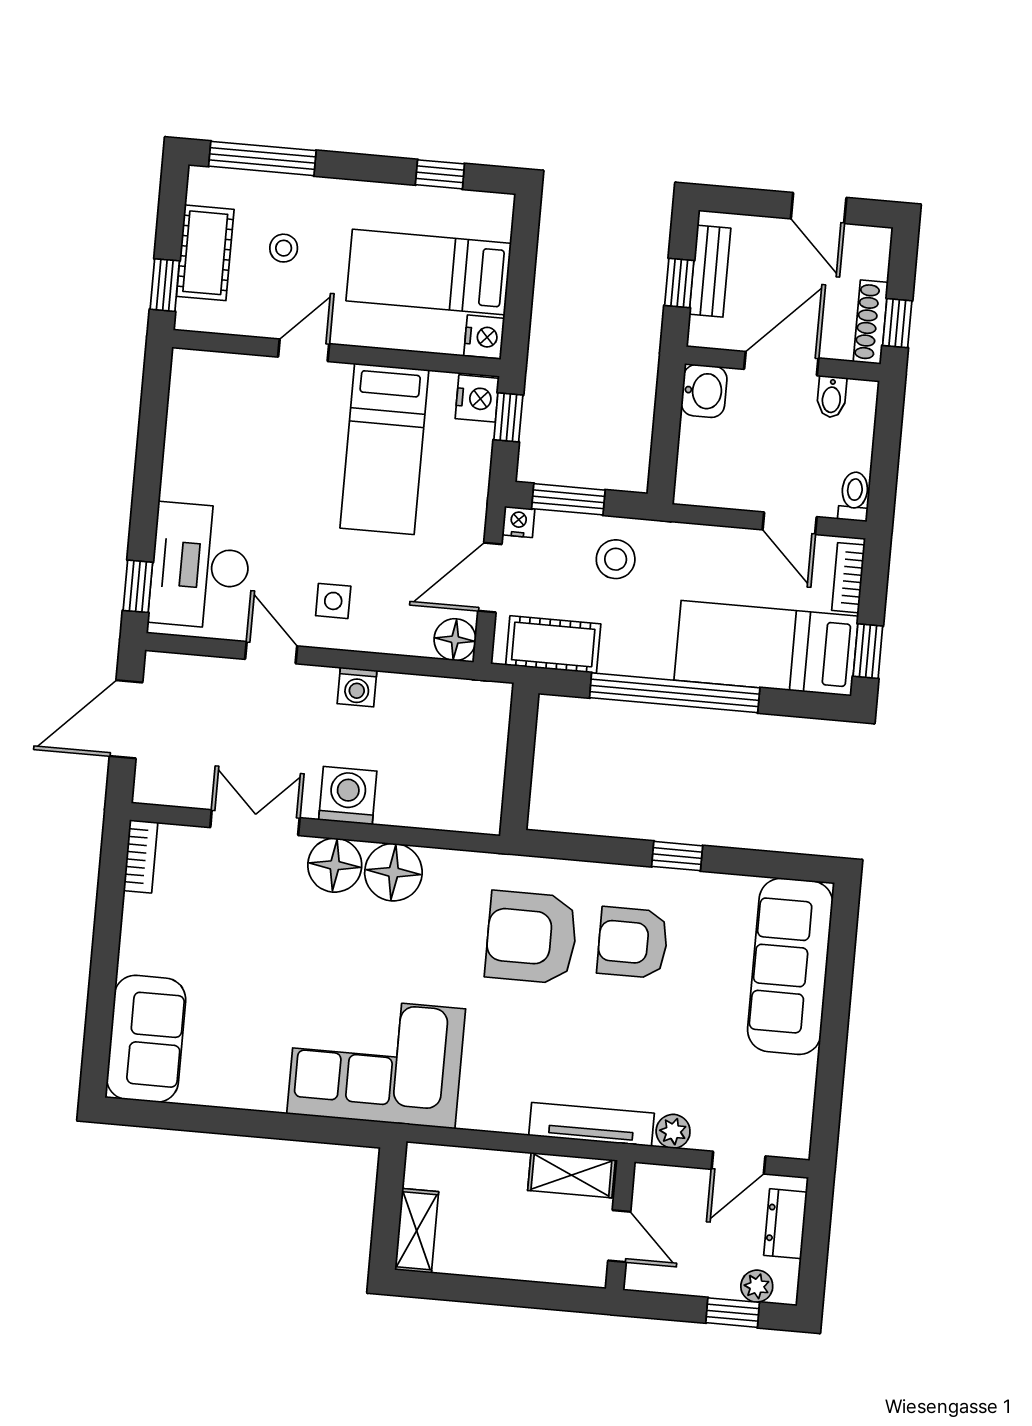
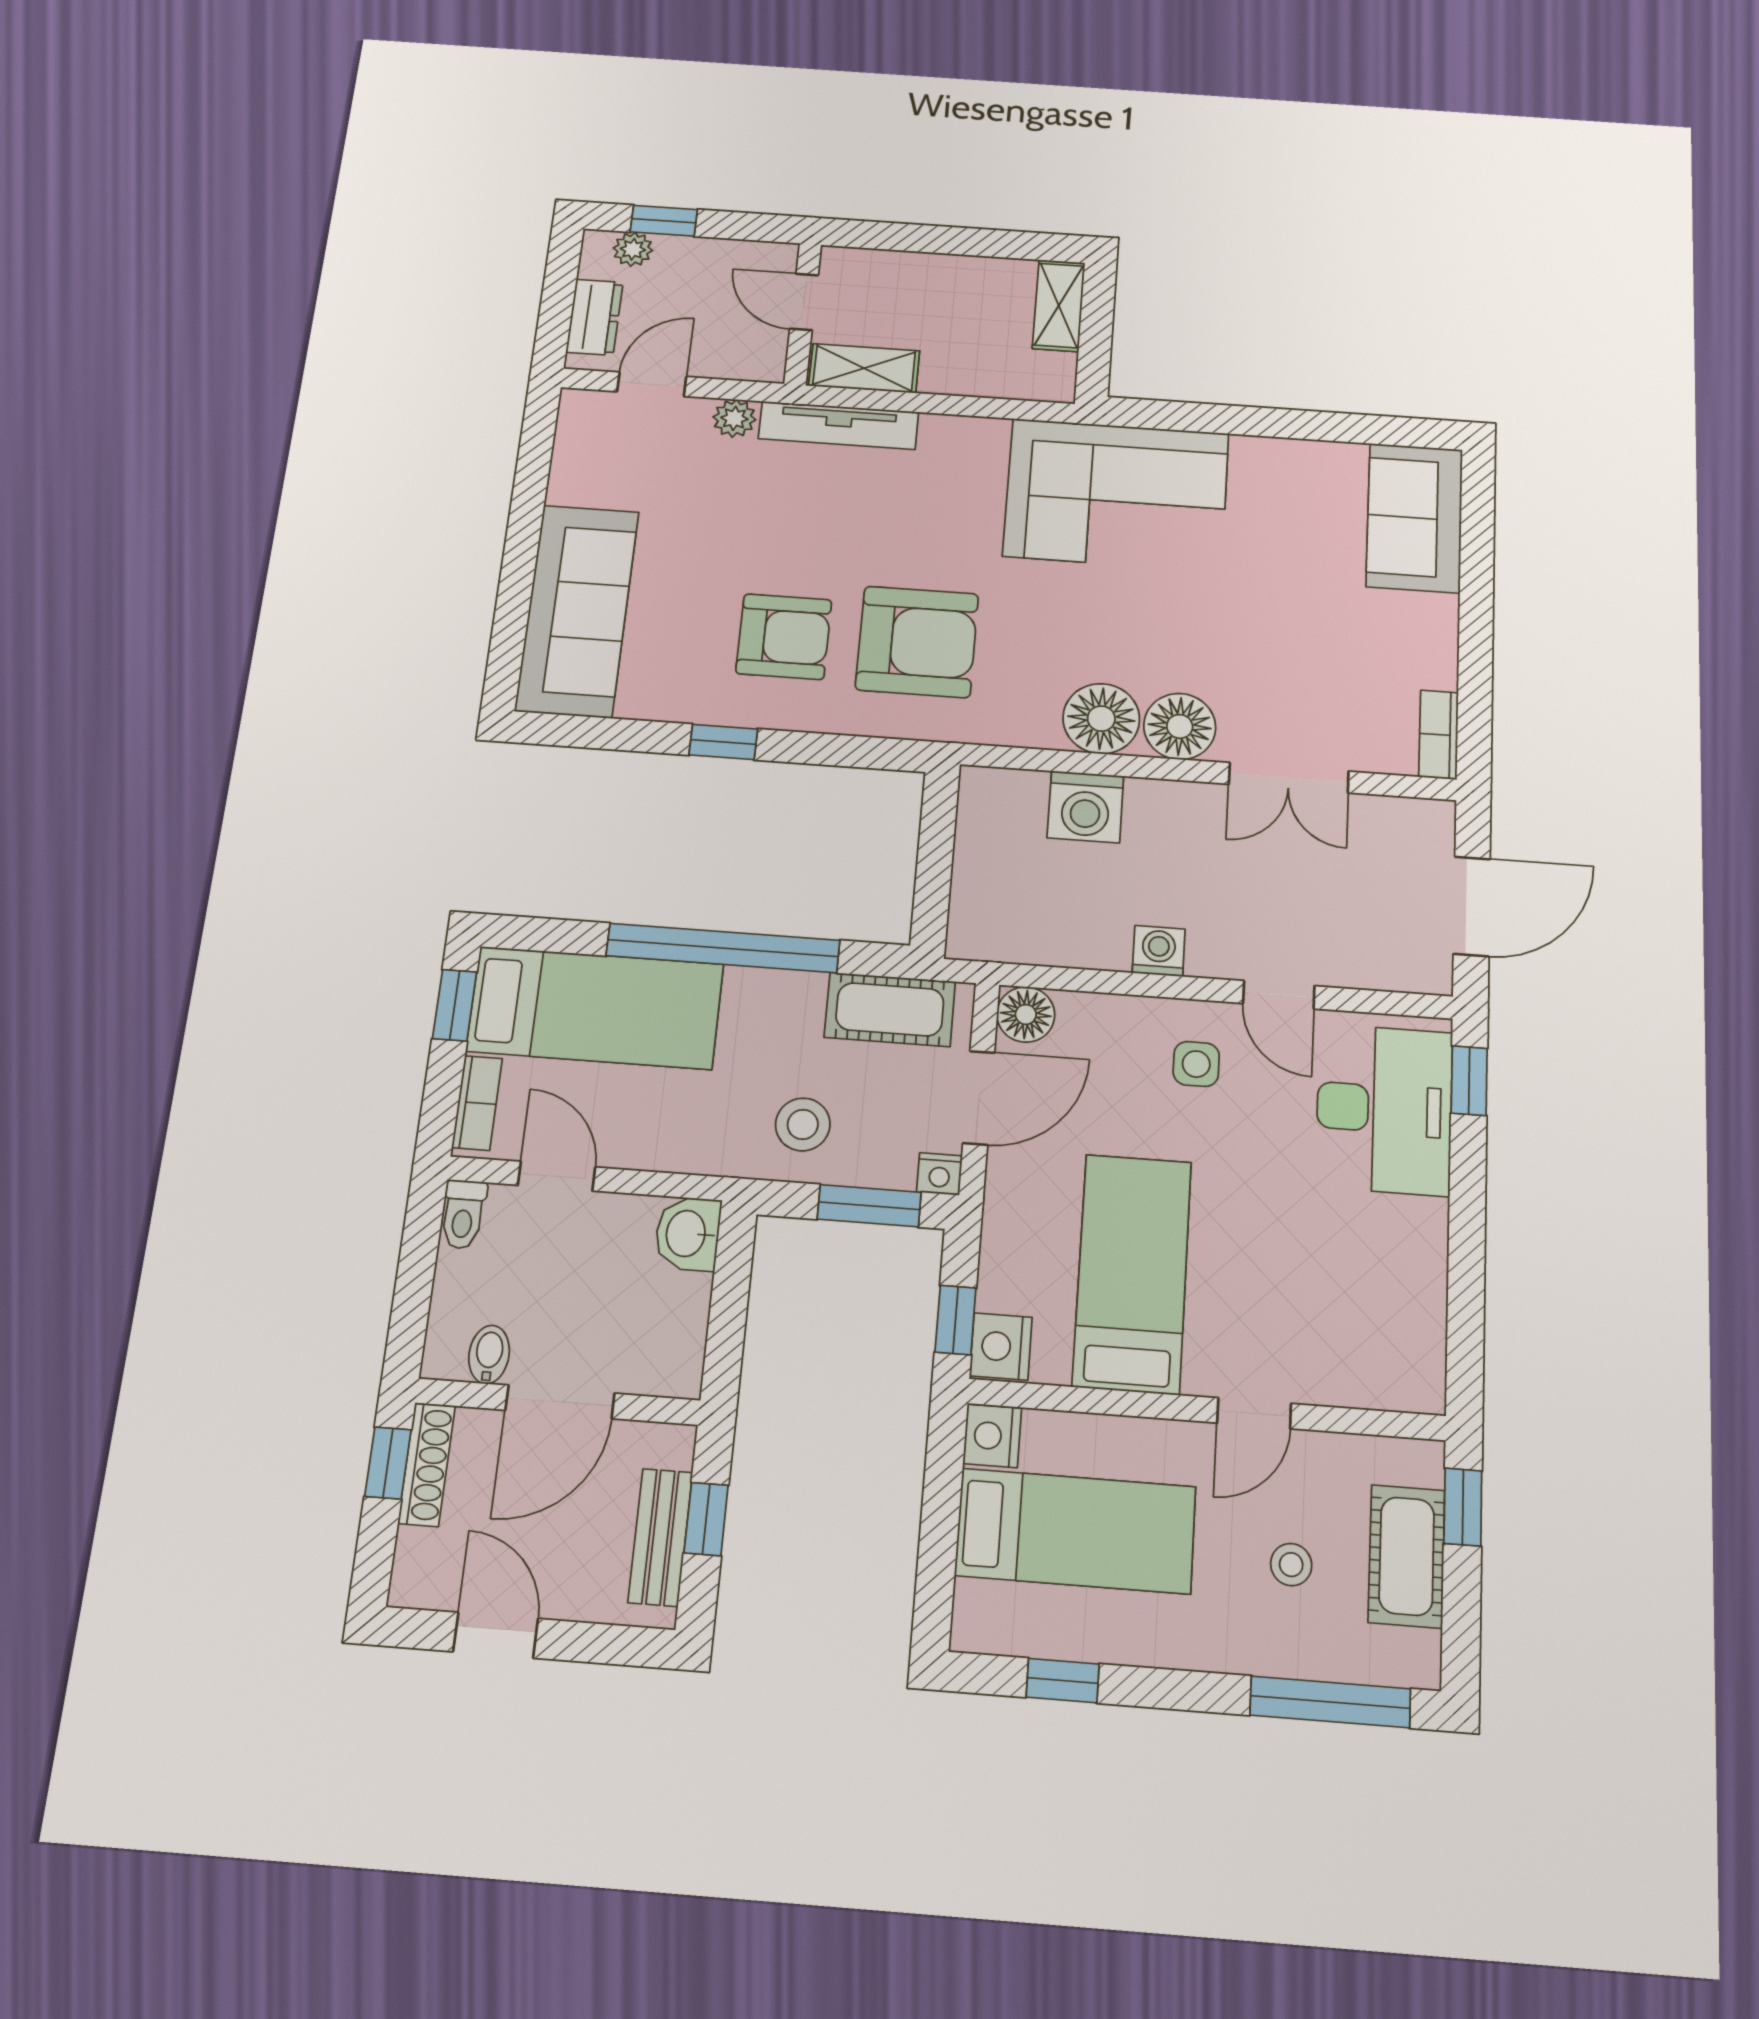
washbasin: (704, 391) -> (688, 1234), moved
washing machine: (348, 796) -> (1085, 807), moved

